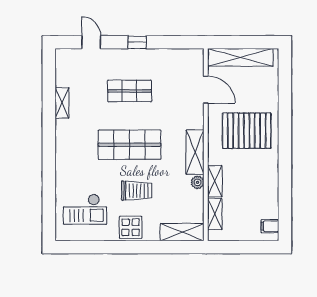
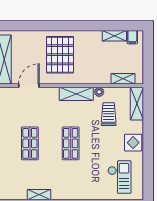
shop shelf: (130, 145) -> (71, 143), width x0.70, depth x0.74
shelving: (215, 181) -> (114, 36), moved
trolley: (137, 191) -> (109, 114), moved

